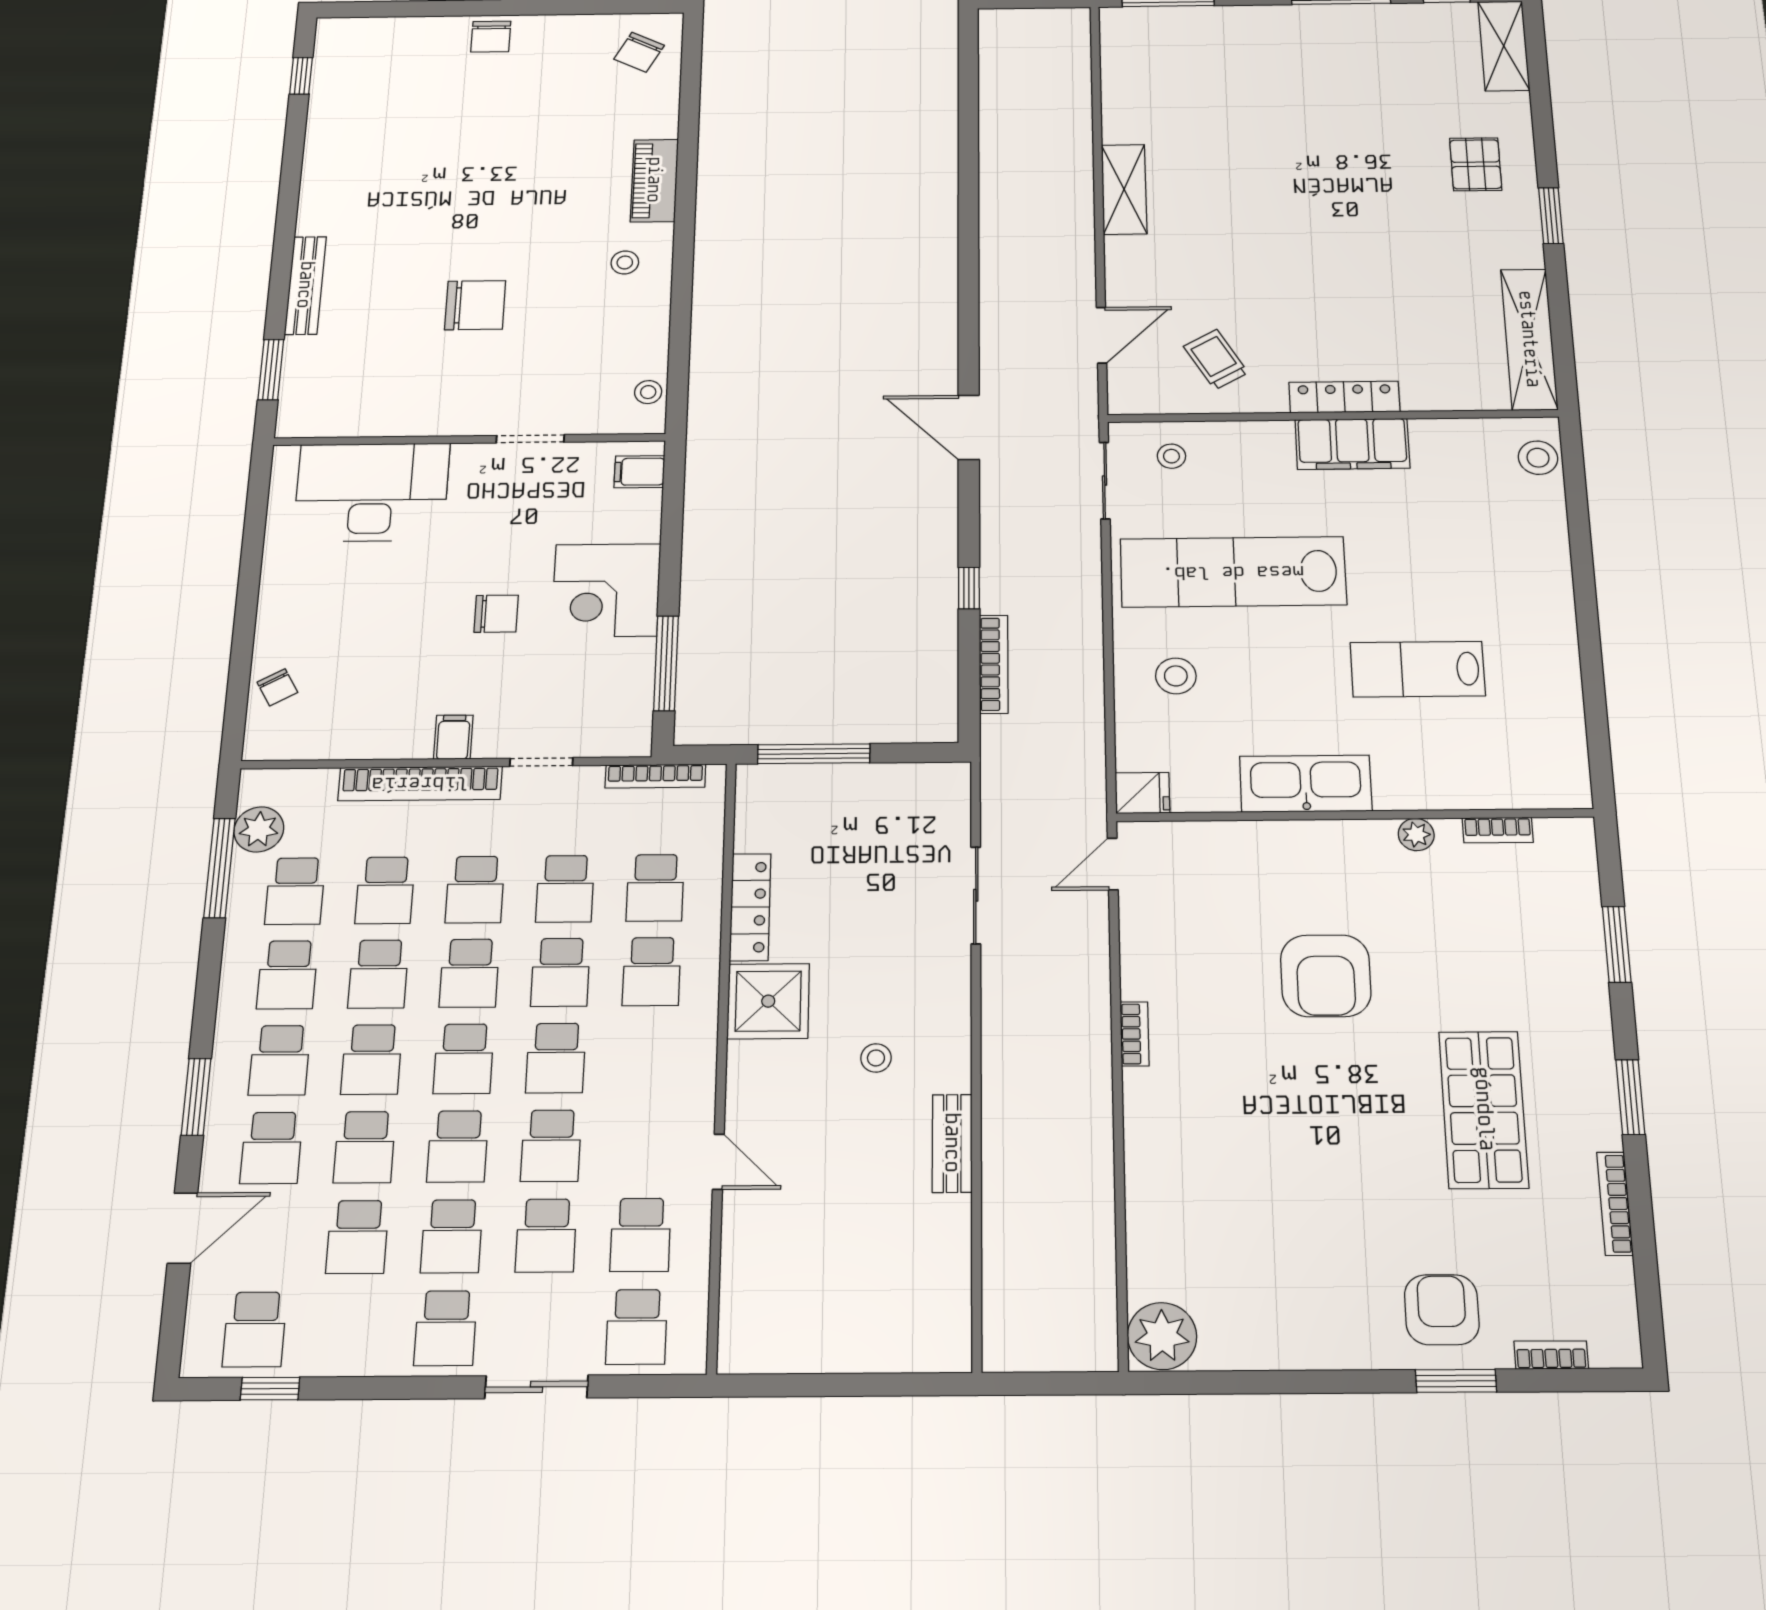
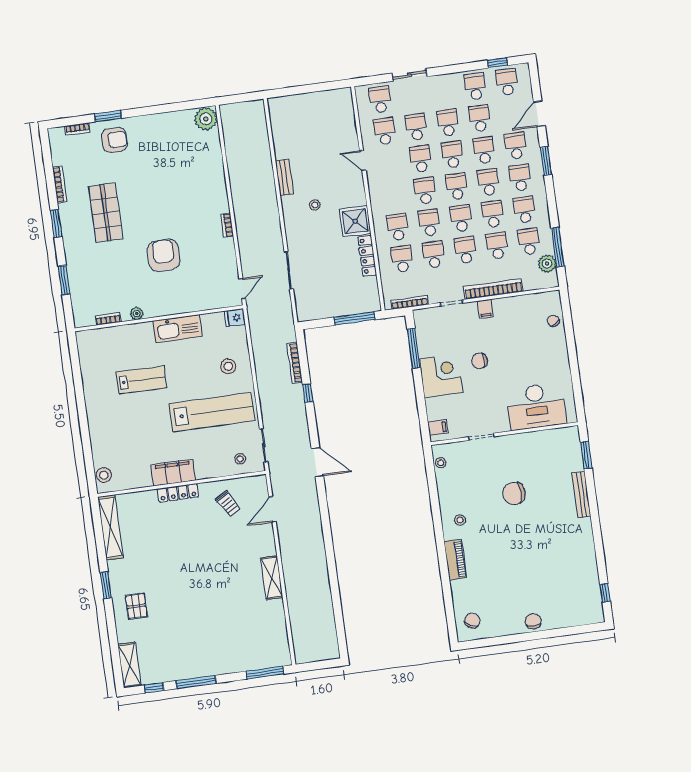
armchair: (1442, 1310) -> (114, 140), turned -90
school desk: (446, 1328) -> (475, 86), moved

